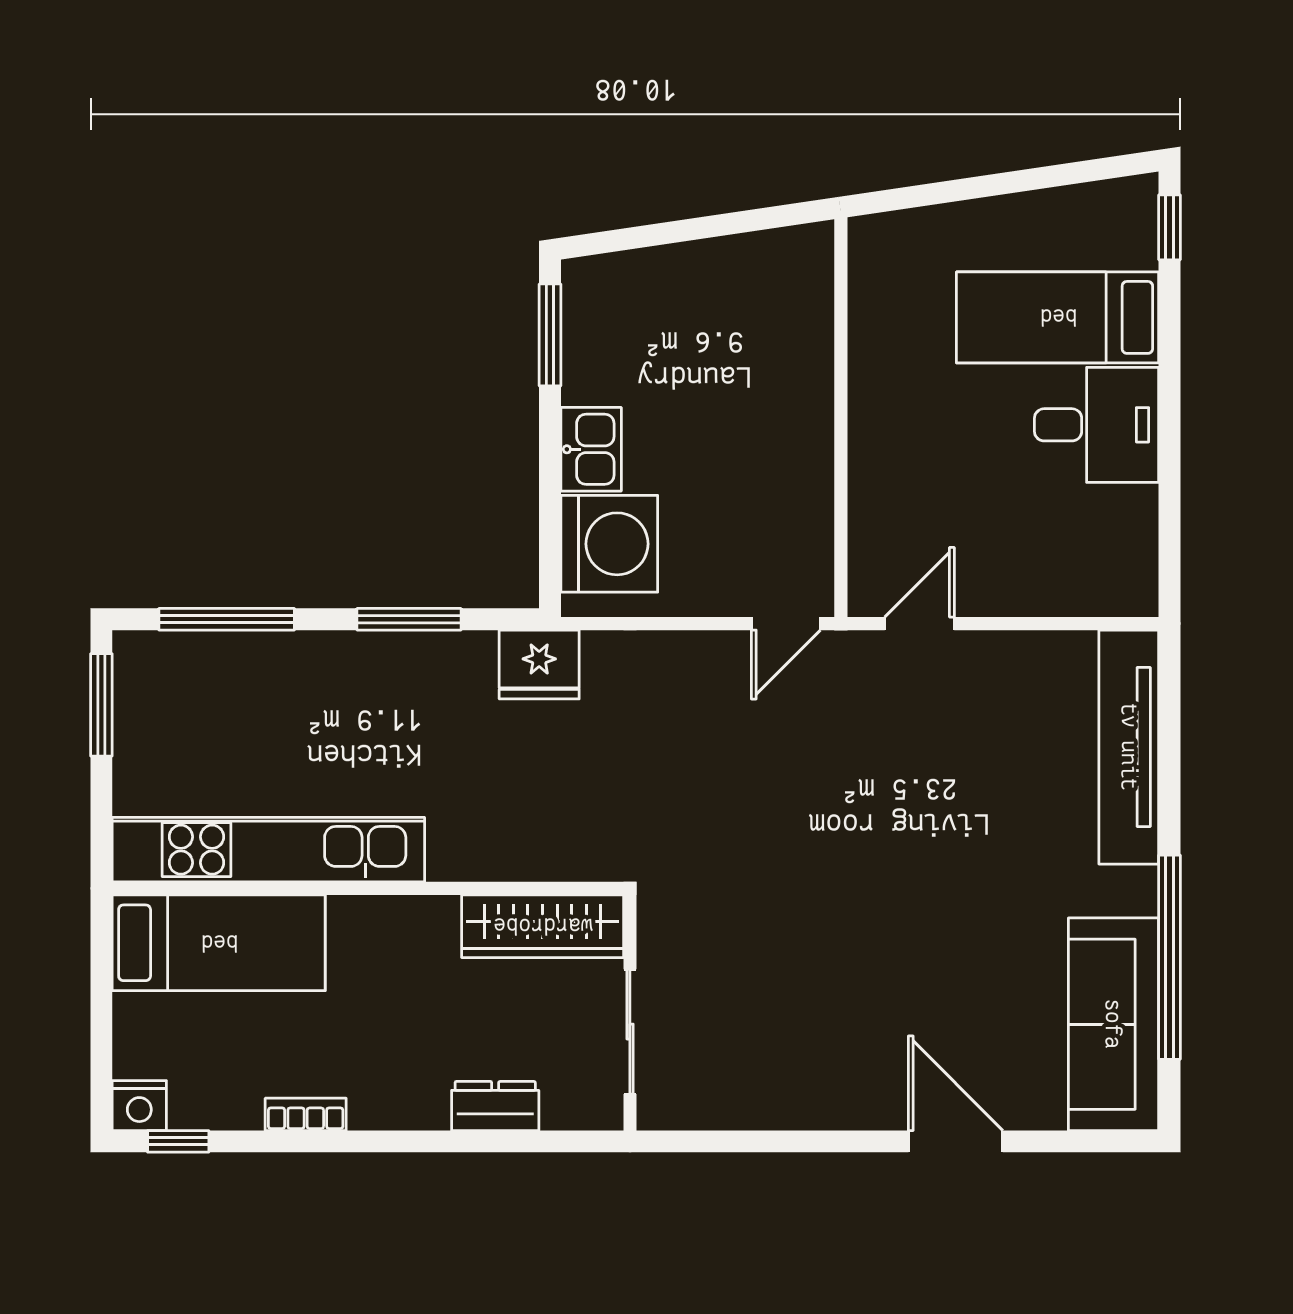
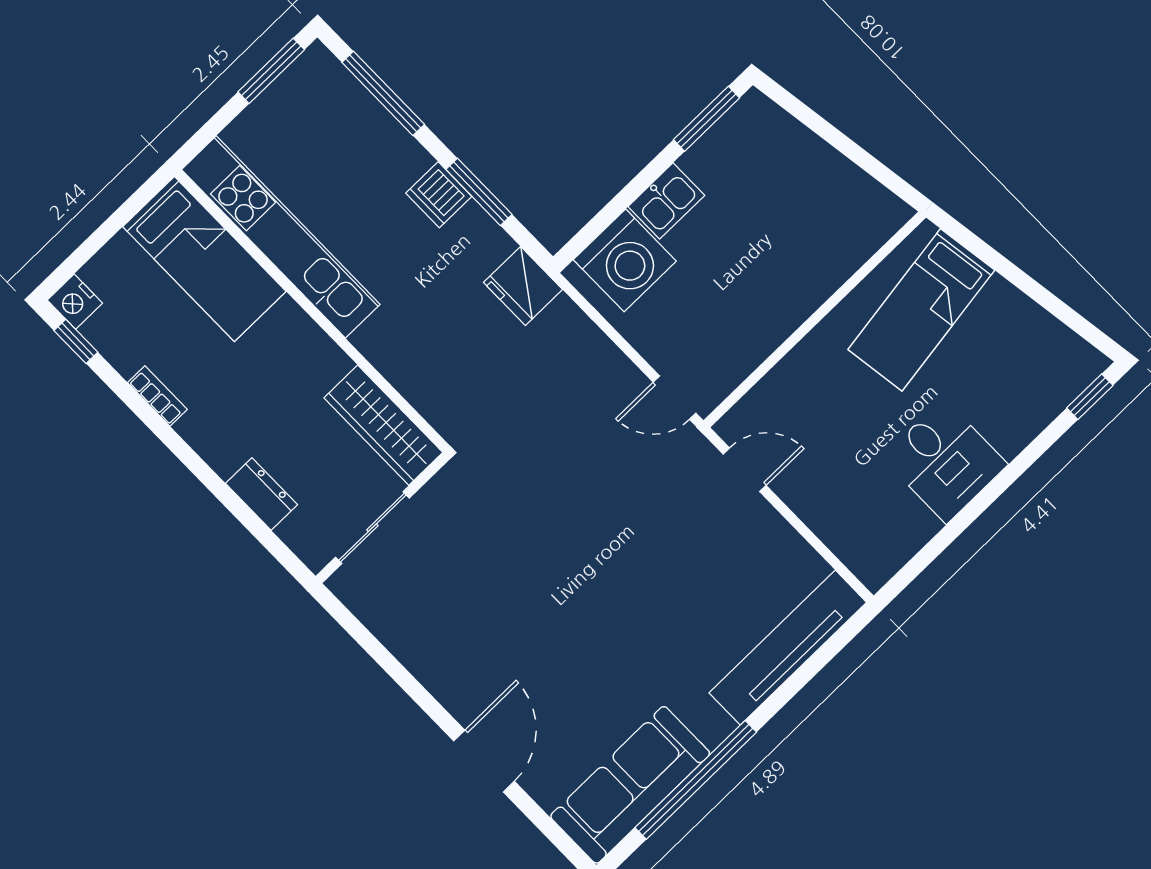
bed: (1058, 317) -> (921, 310), moved, turned -98
dishwasher: (375, 660) -> (439, 195), added

